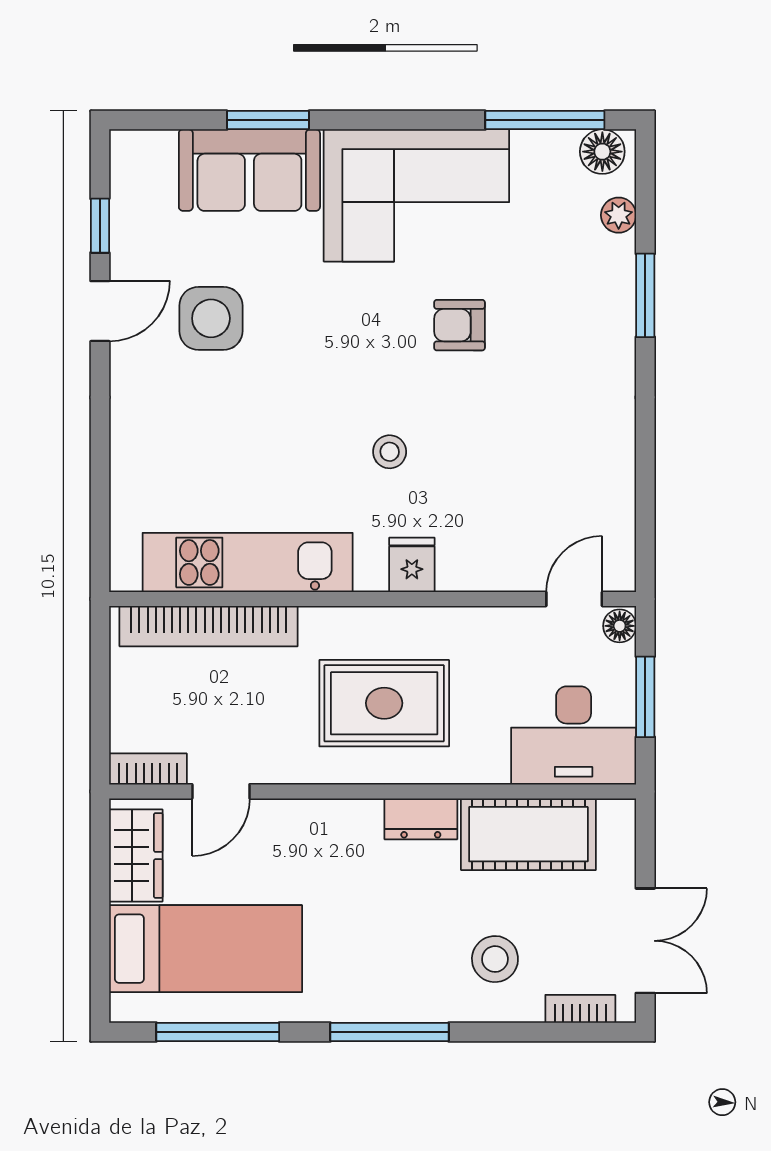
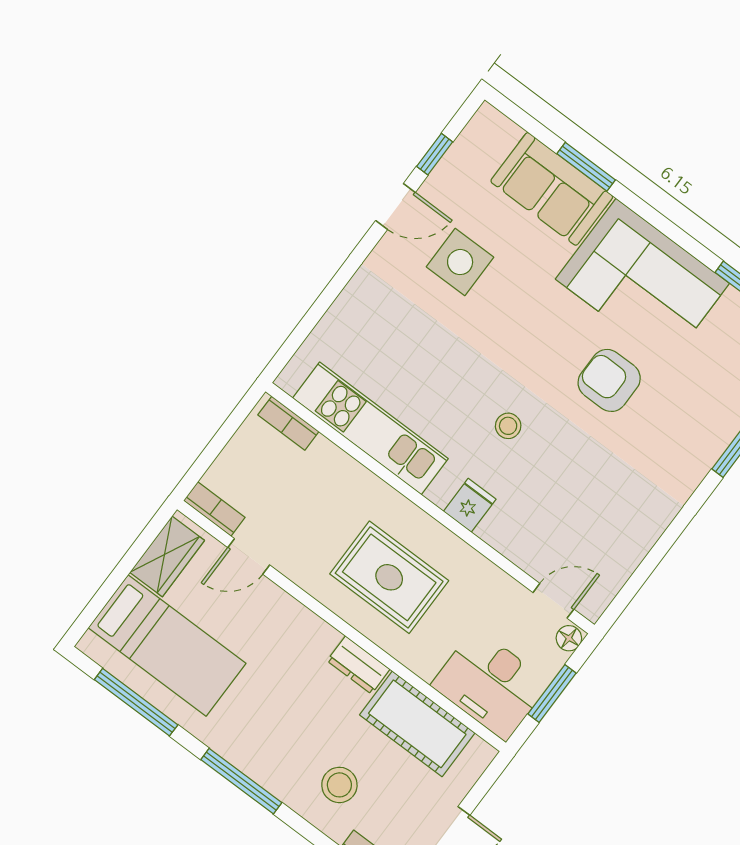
armchair: (459, 325) -> (609, 380), width x1.38, depth x1.38
bookcase: (209, 626) -> (288, 423), width x0.43, depth x0.76

